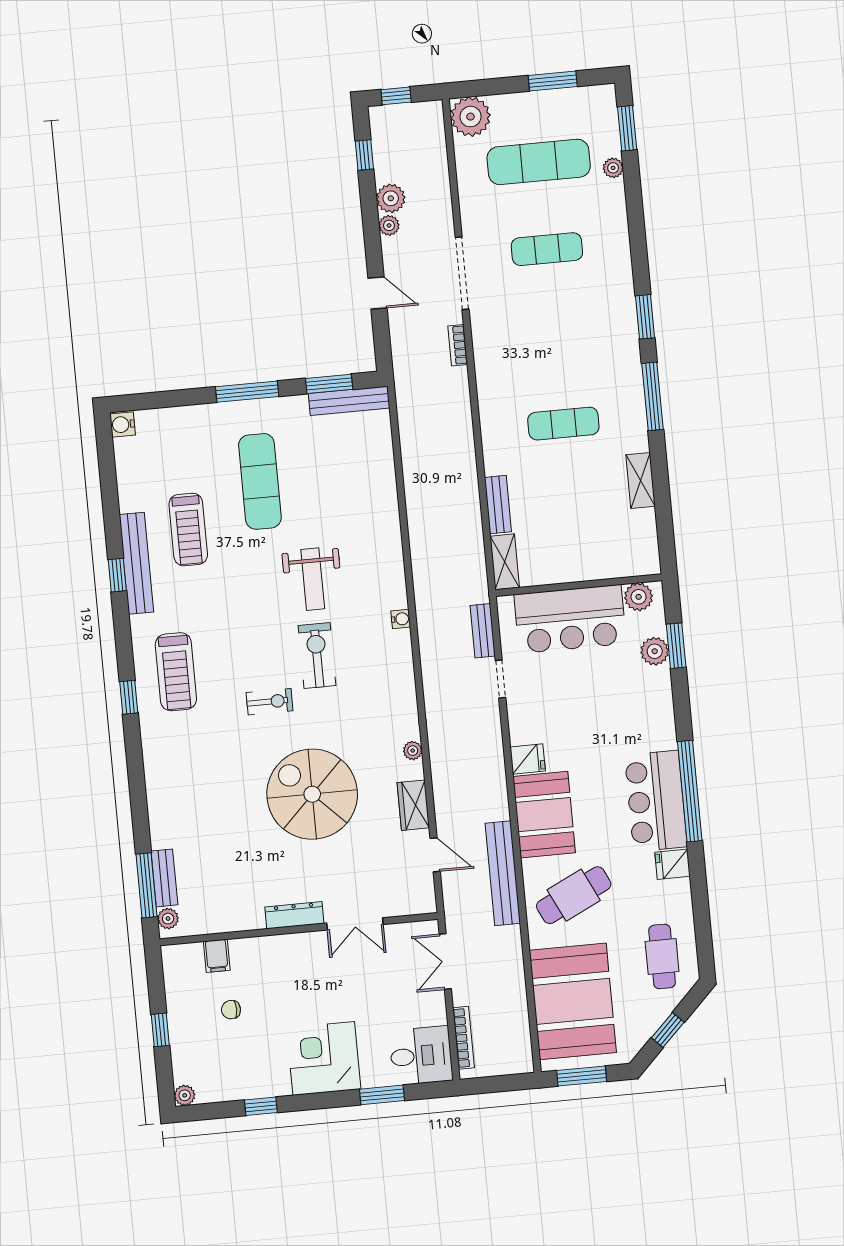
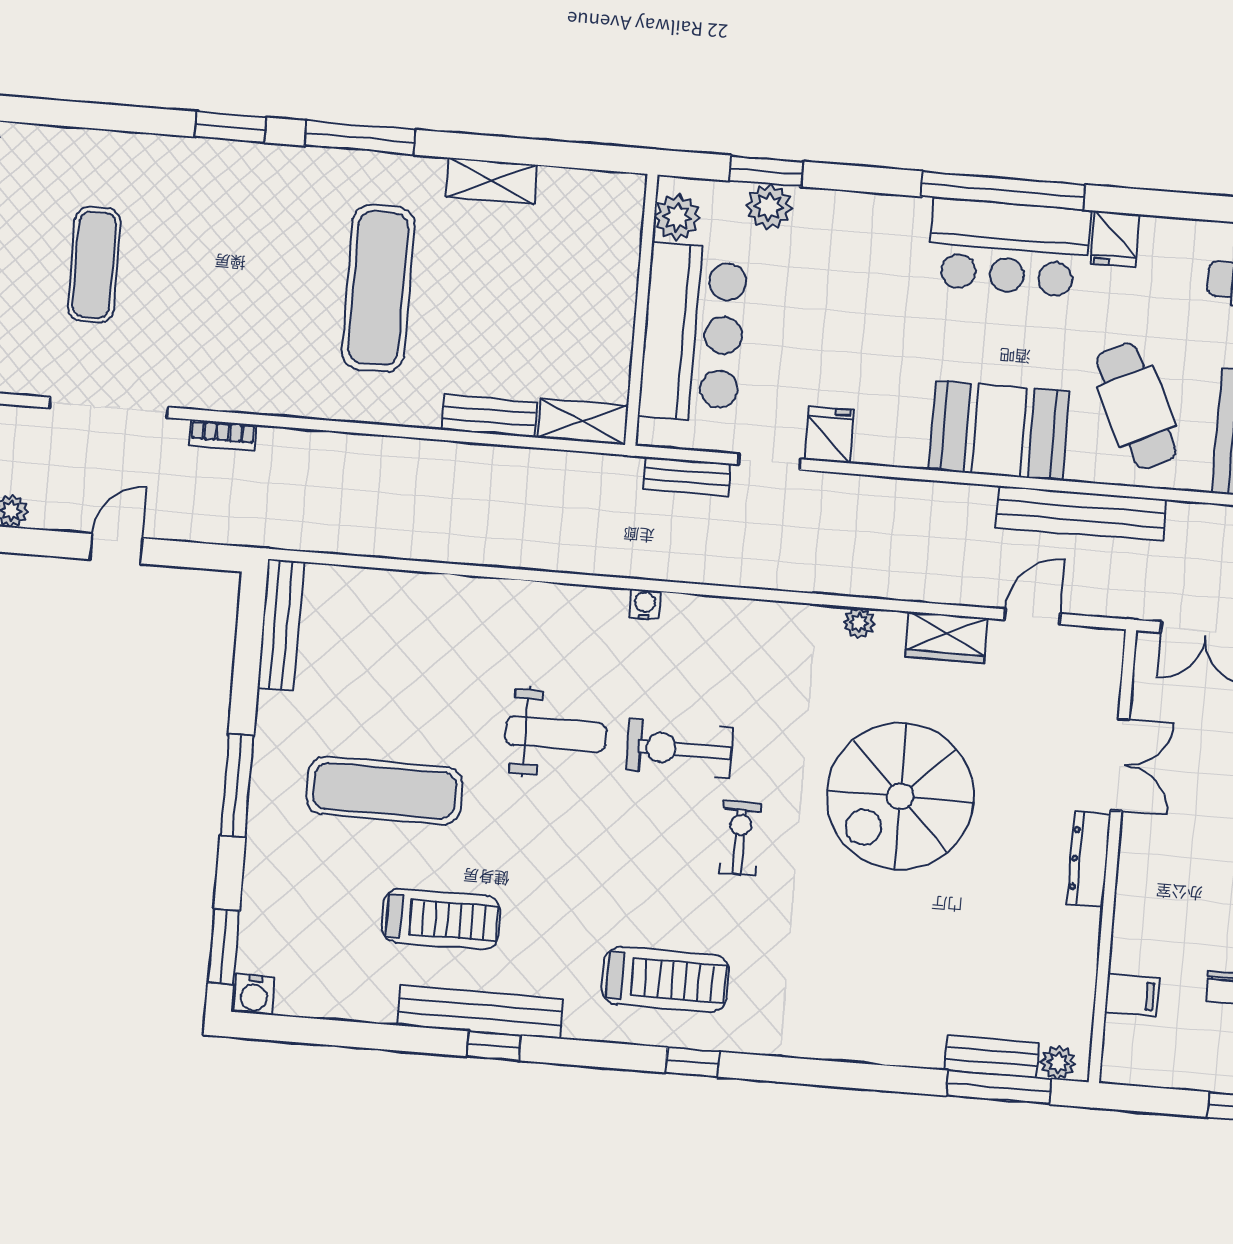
window: (329, 384) -> (224, 947), moved
exercise mat: (563, 424) -> (378, 288), width x1.36, depth x1.45
fridge: (528, 759) -> (829, 435), moved

